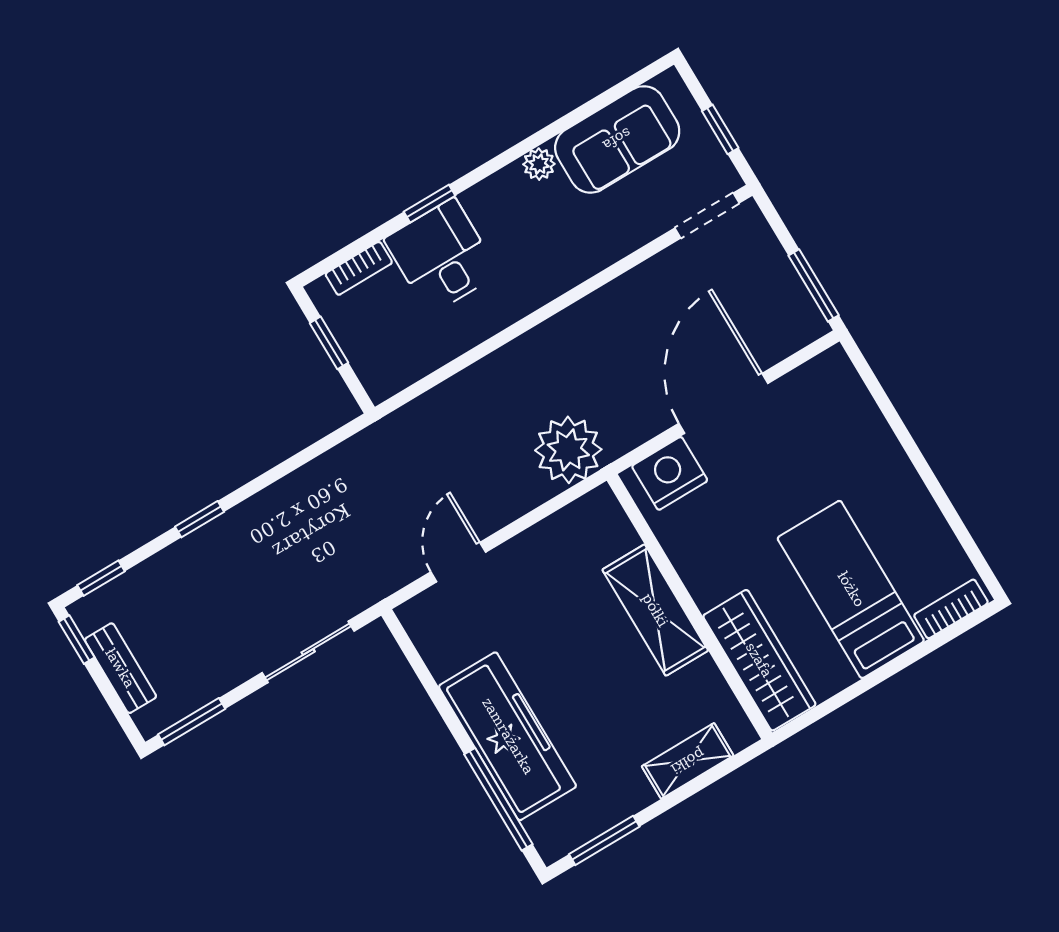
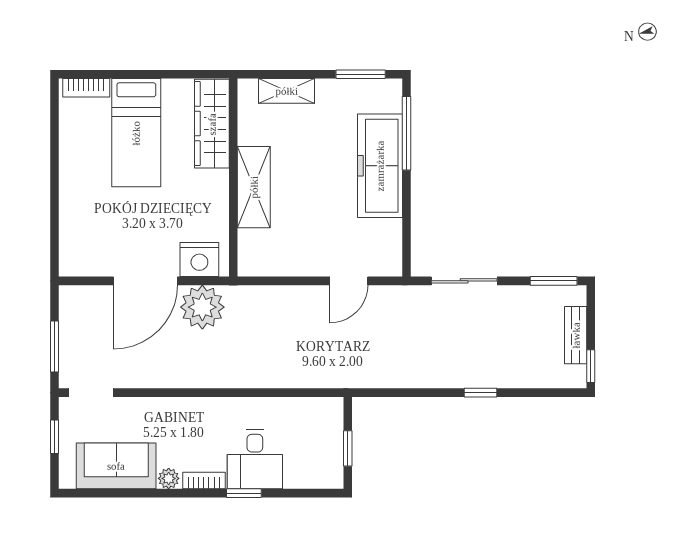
bookcase: (359, 268) -> (204, 480), moved
window: (814, 285) -> (55, 346), moved
plant: (568, 450) -> (202, 307), moved
window: (101, 578) -> (556, 393), removed

